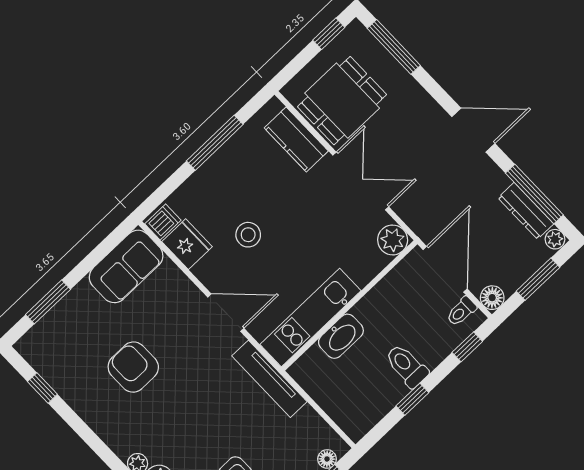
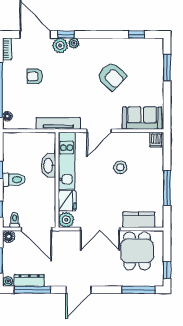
fridge: (187, 244) -> (67, 201), moved, turned -90
sofa: (126, 266) -> (142, 118), moved, turned 90
armchair: (133, 367) -> (112, 76), turned 44

